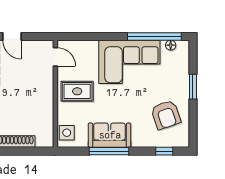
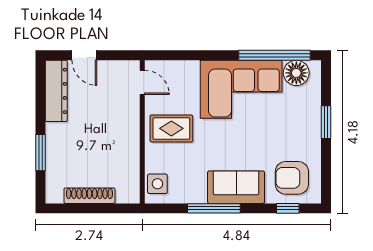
floor lamp: (171, 45) -> (296, 73), width x1.89, depth x1.89
armchair: (166, 115) -> (292, 178), moved, turned 109
sofa: (110, 135) -> (236, 187), moved

